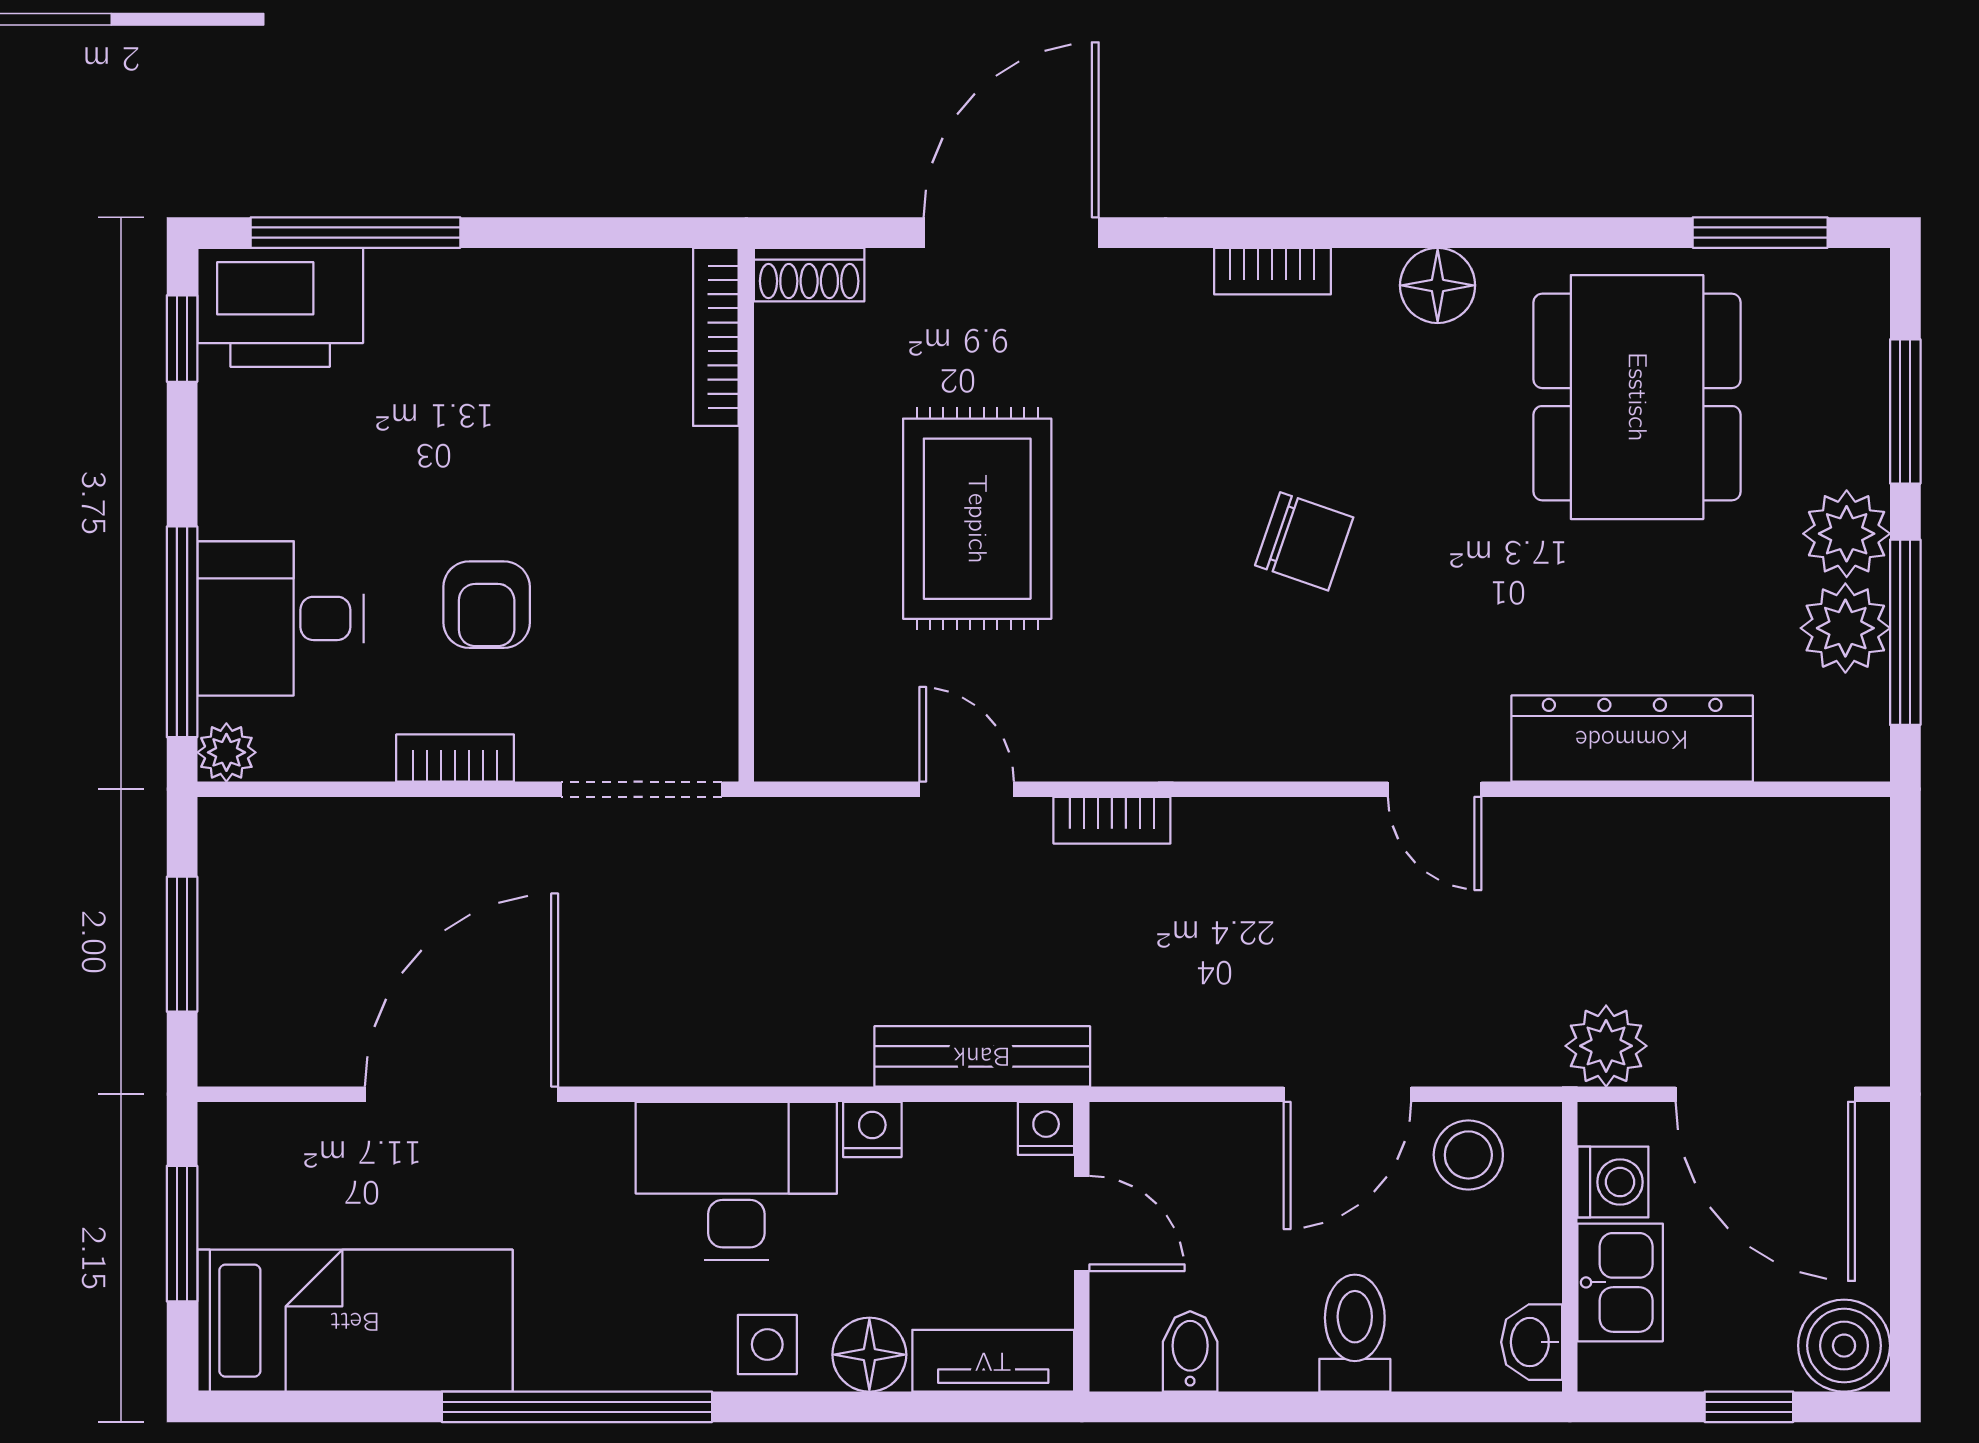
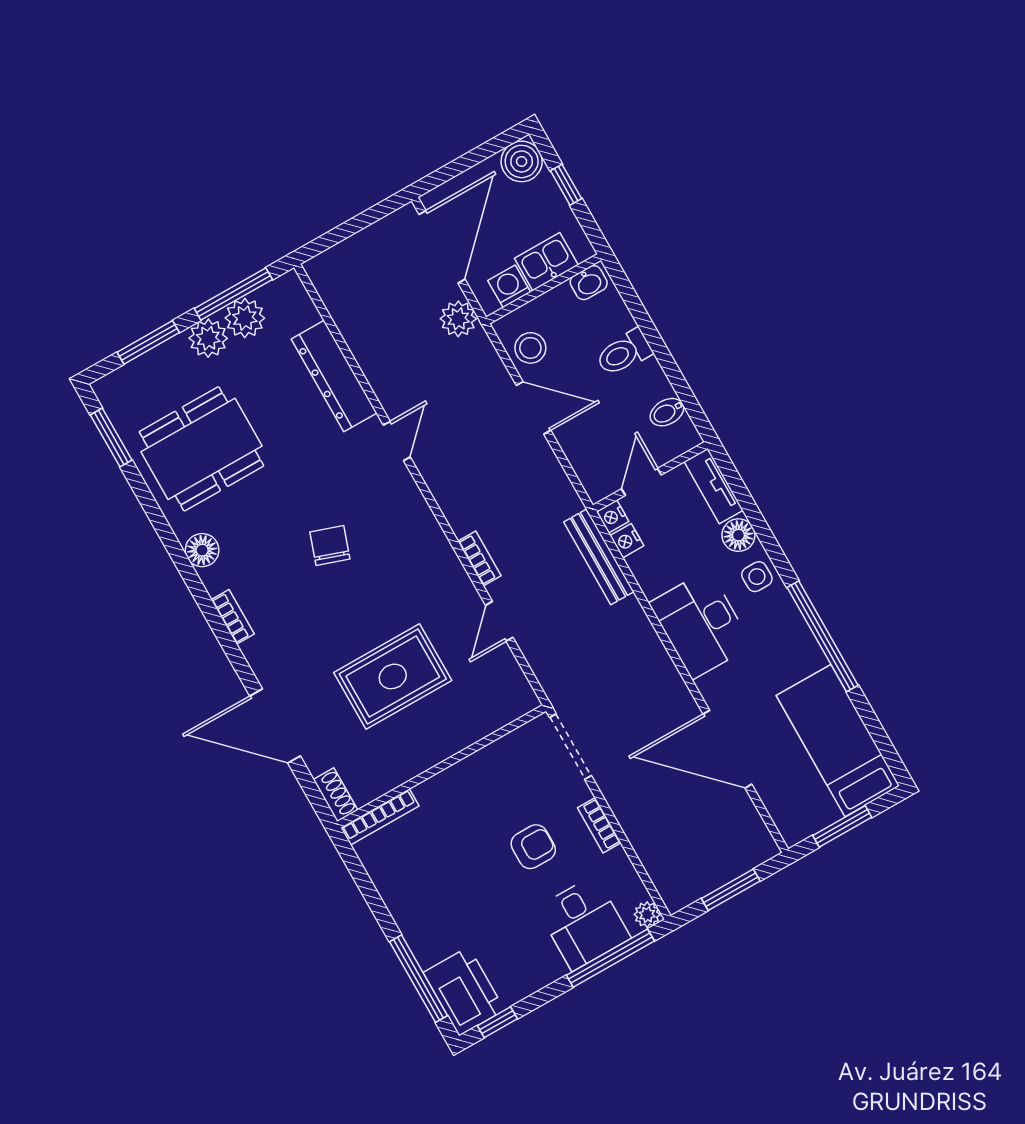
nightstand: (872, 1129) -> (627, 541), moved

